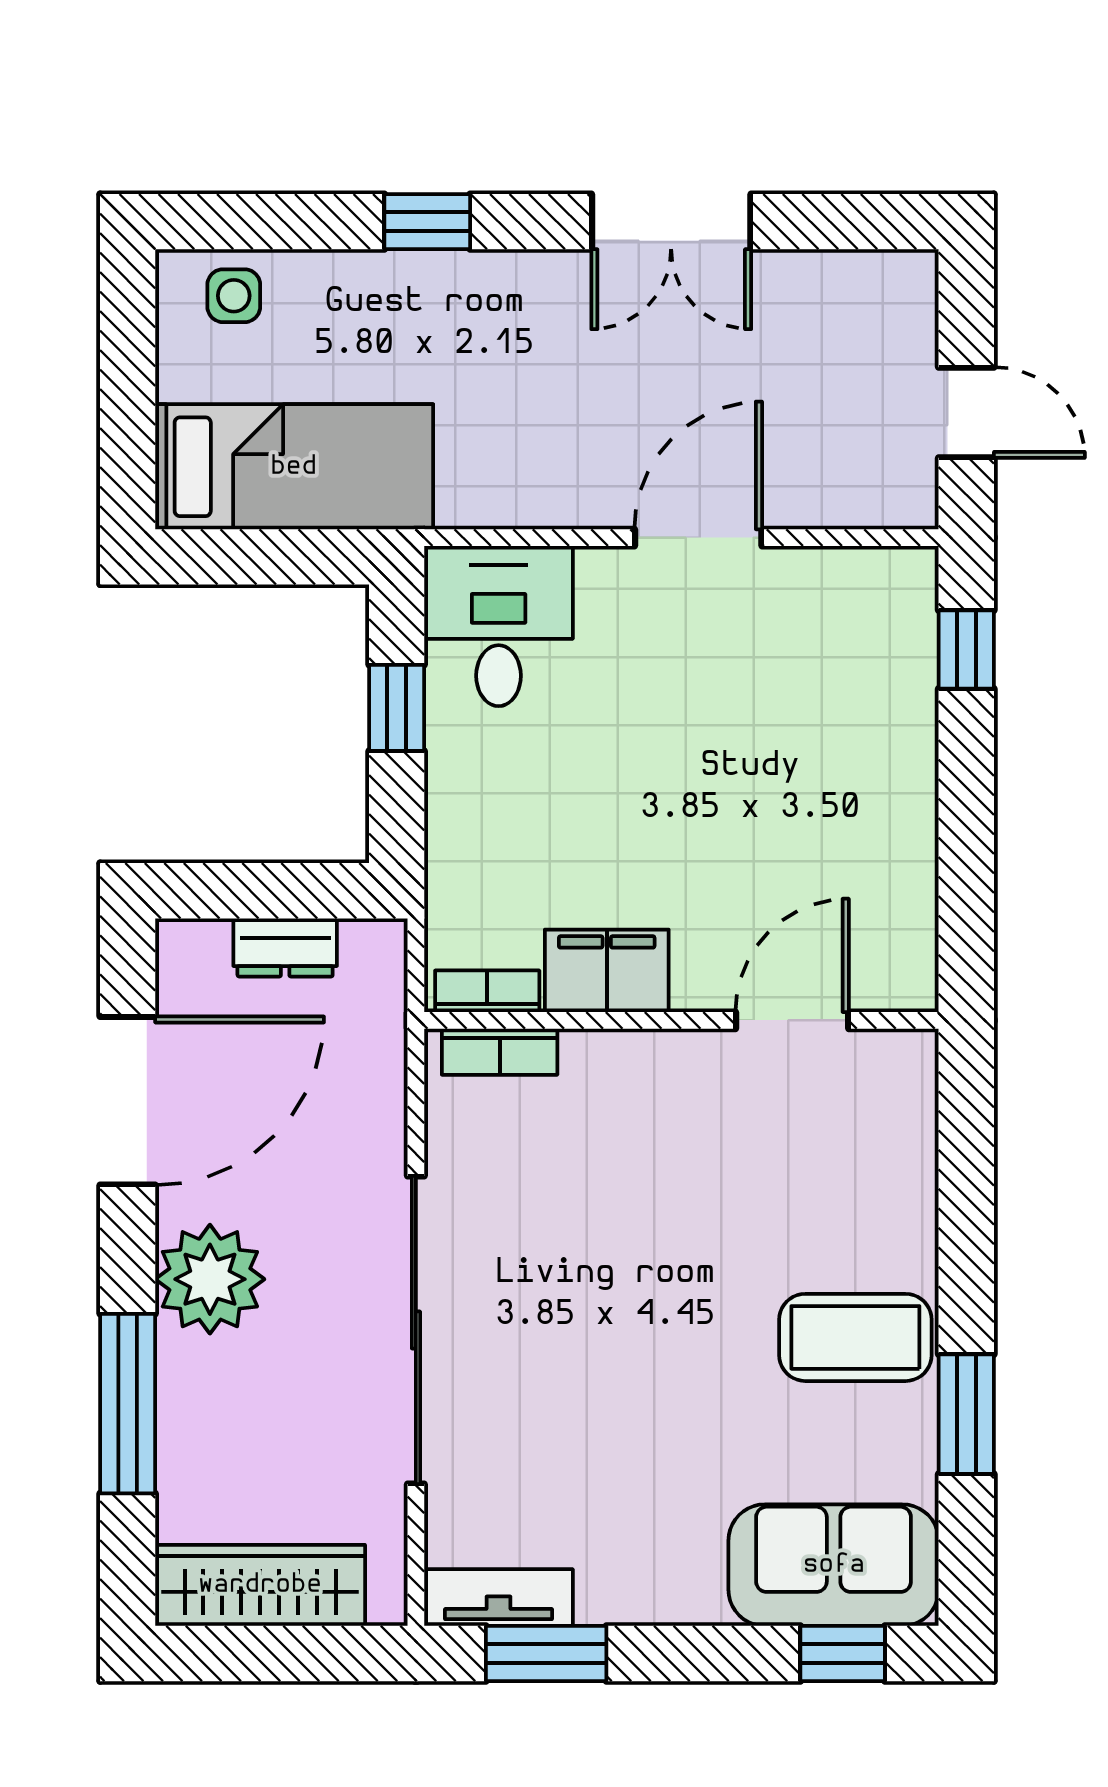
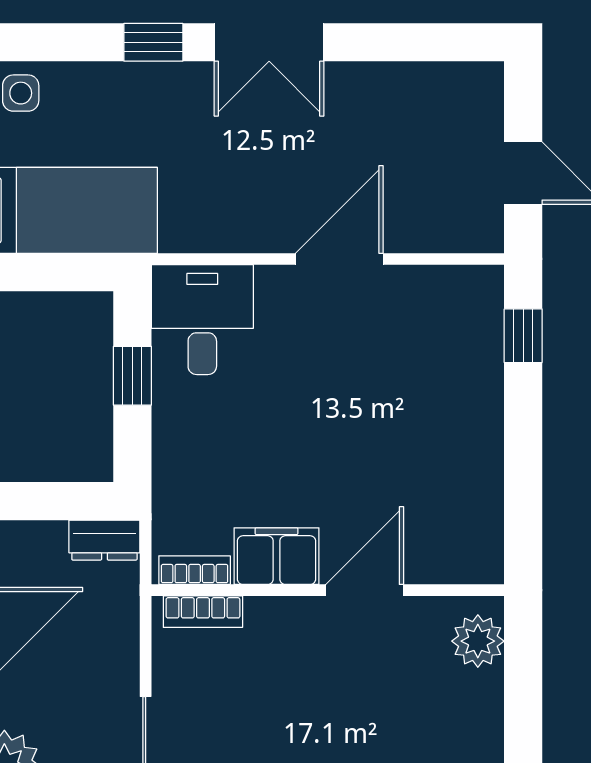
double door: (671, 222) -> (269, 42), moved
dresser: (285, 947) -> (104, 540), moved
door: (792, 1020) -> (365, 590), moved
plant: (900, 1095) -> (478, 641), added

